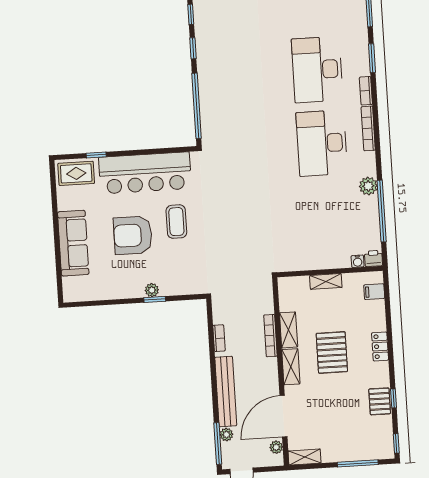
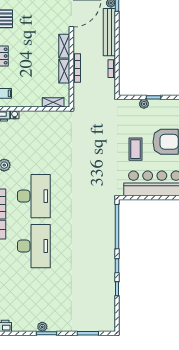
shelving: (326, 281) -> (53, 102), moved
plant: (152, 290) -> (144, 104), moved
pallet: (332, 352) -> (36, 54), removed

